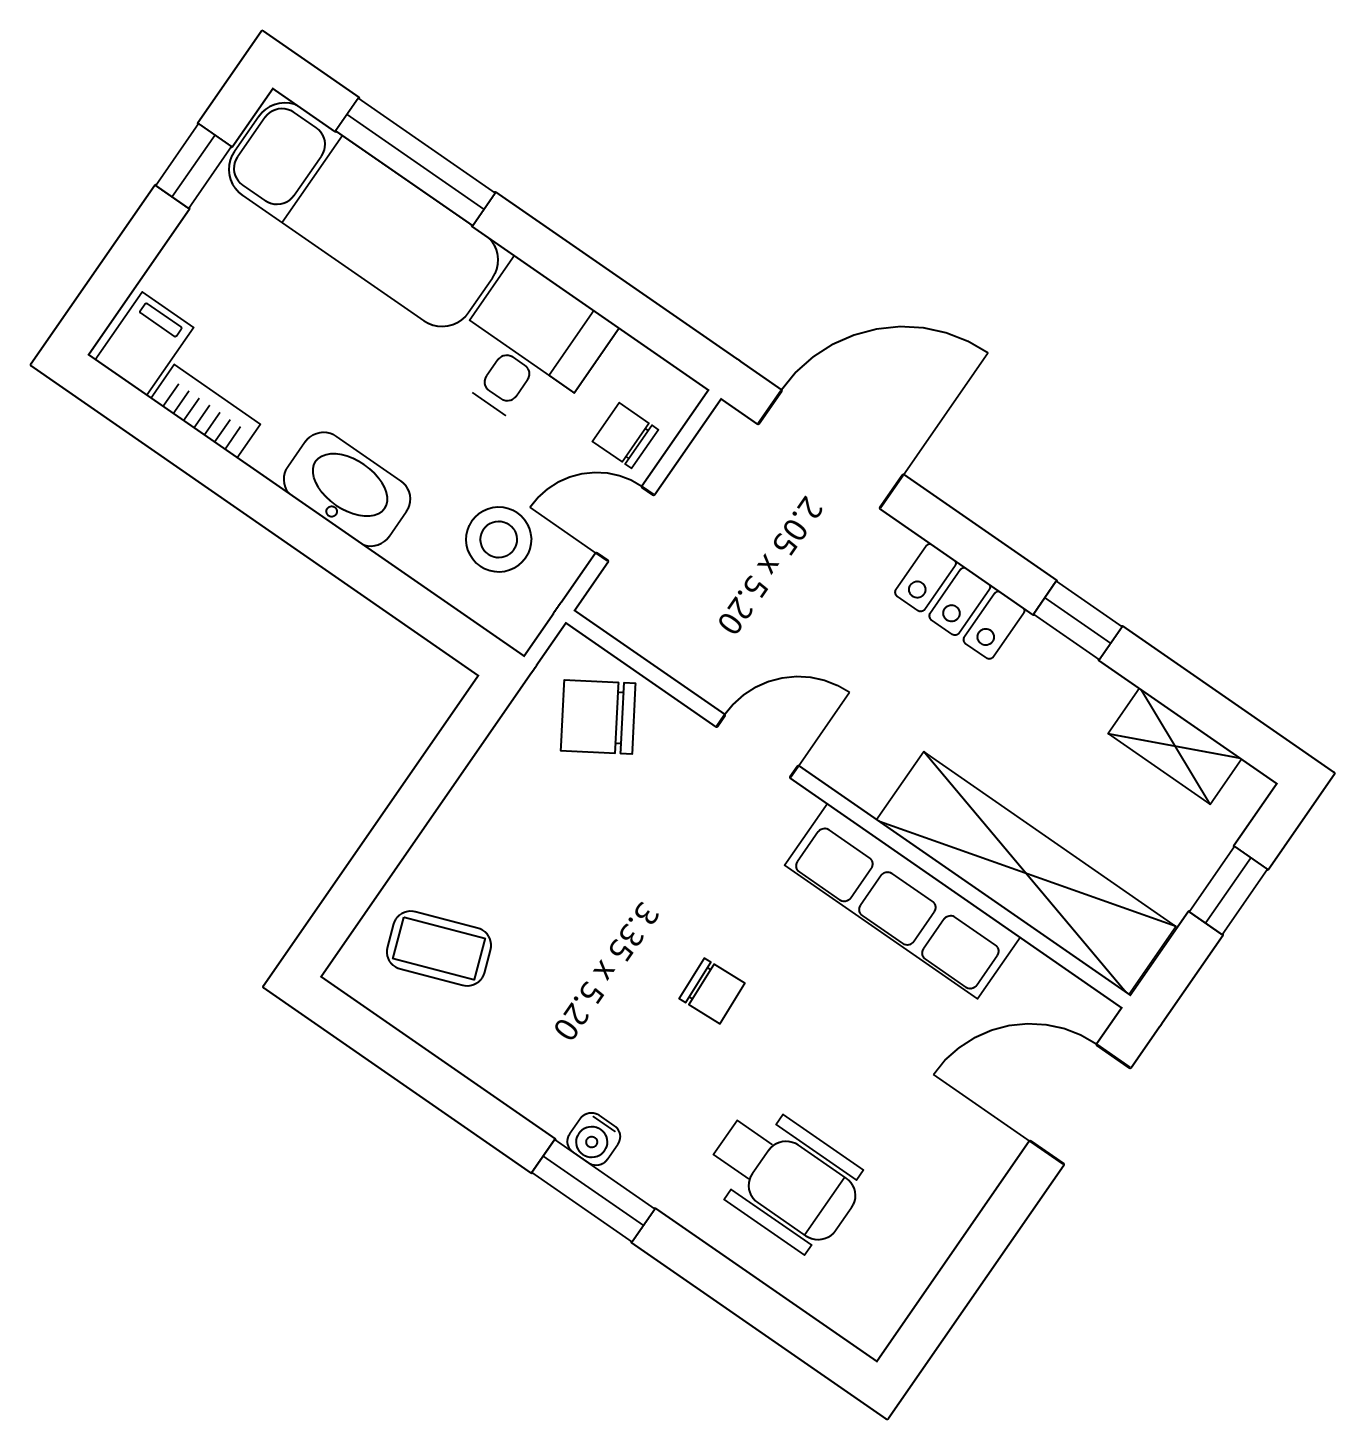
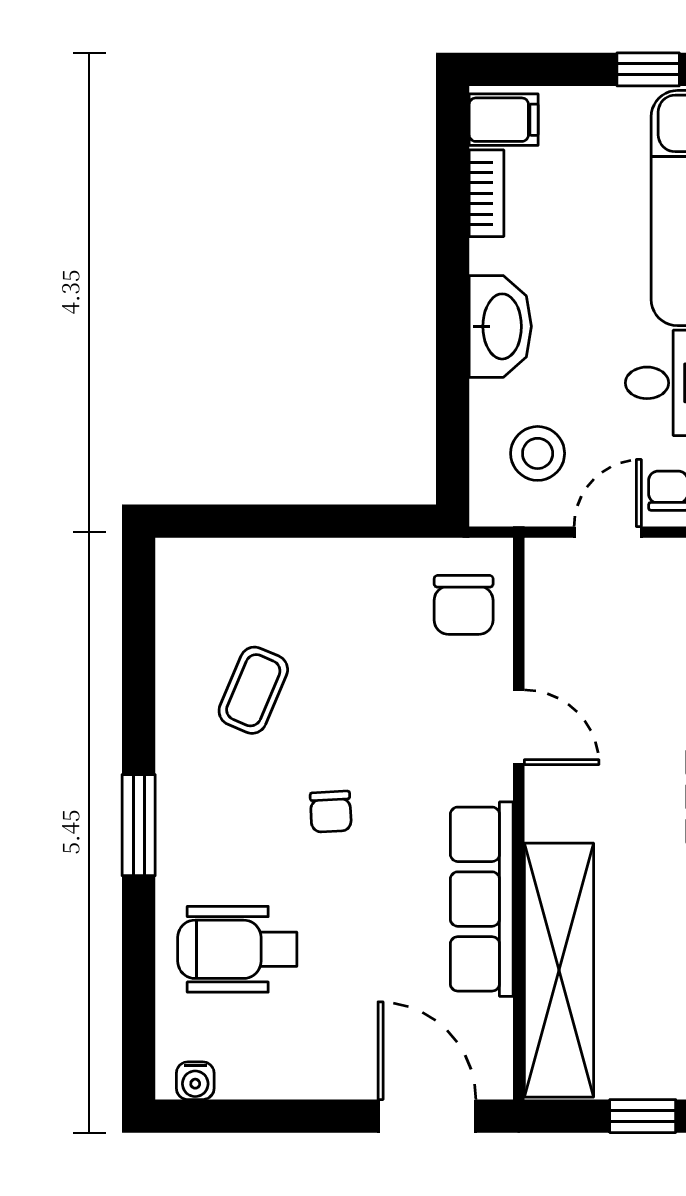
door: (625, 524) -> (608, 532), hinge flipped
chair: (598, 717) -> (464, 605), turned -148
coffee table: (439, 948) -> (253, 690), moved, turned 43
water cooler: (594, 1139) -> (195, 1081), moved, turned -90
wheelchair: (784, 1178) -> (237, 949), turned 90

